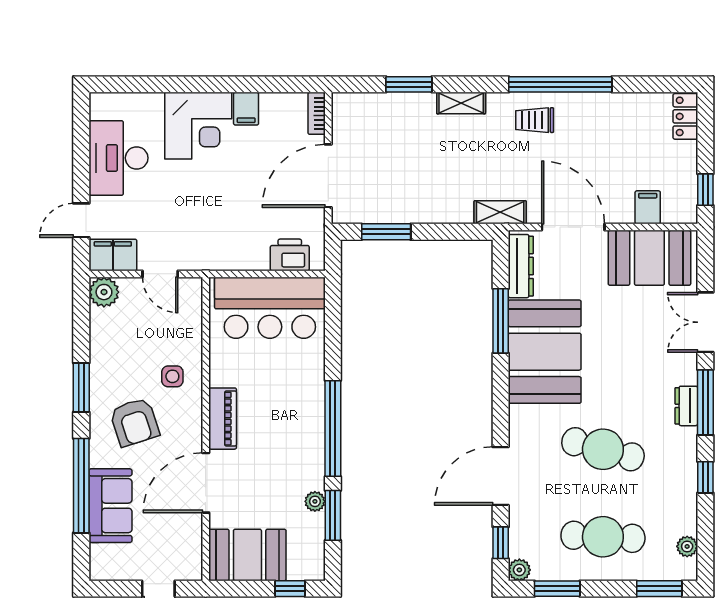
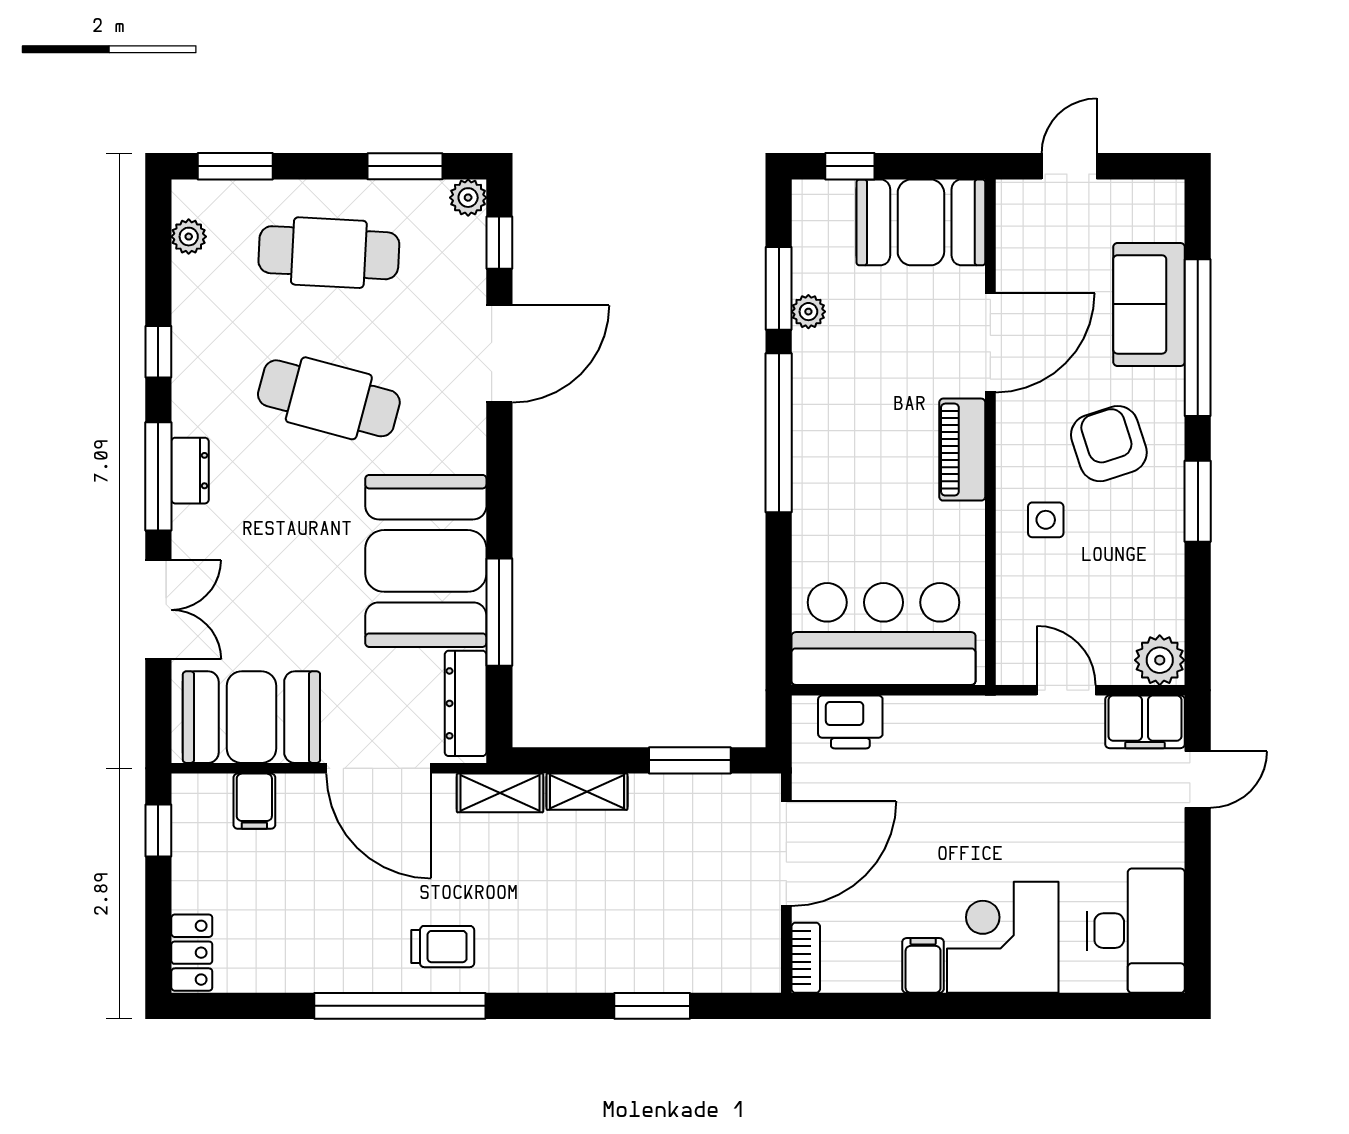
shelving: (461, 103) -> (587, 792), moved
desk: (118, 158) -> (1136, 931), moved

